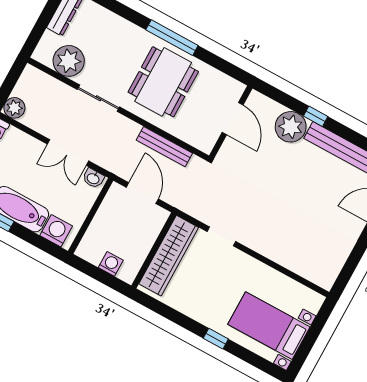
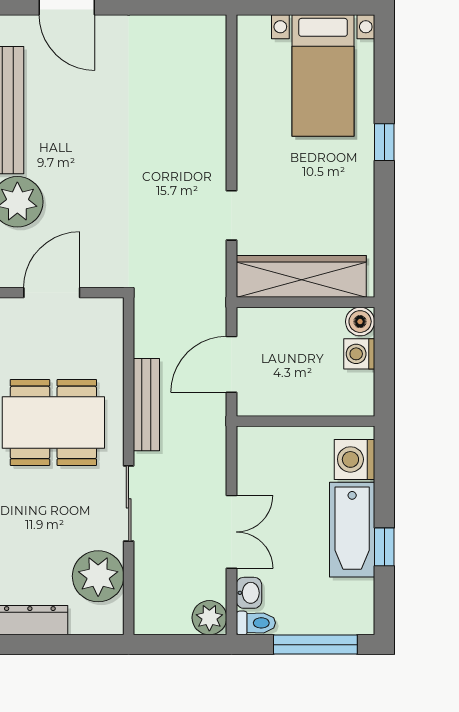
bench: (164, 147) -> (146, 405), moved
double door: (68, 152) -> (231, 532), moved
washbasin: (93, 178) -> (249, 593), moved
boiler: (128, 274) -> (360, 322), added

